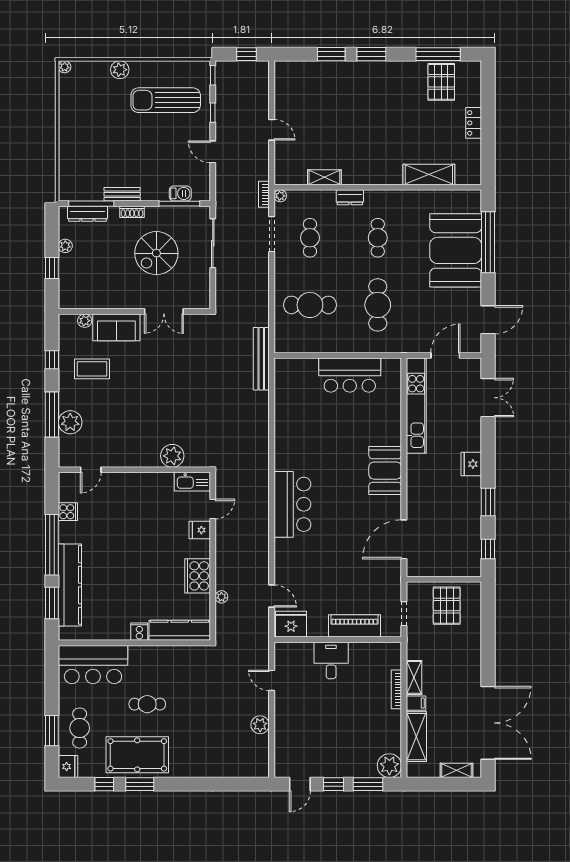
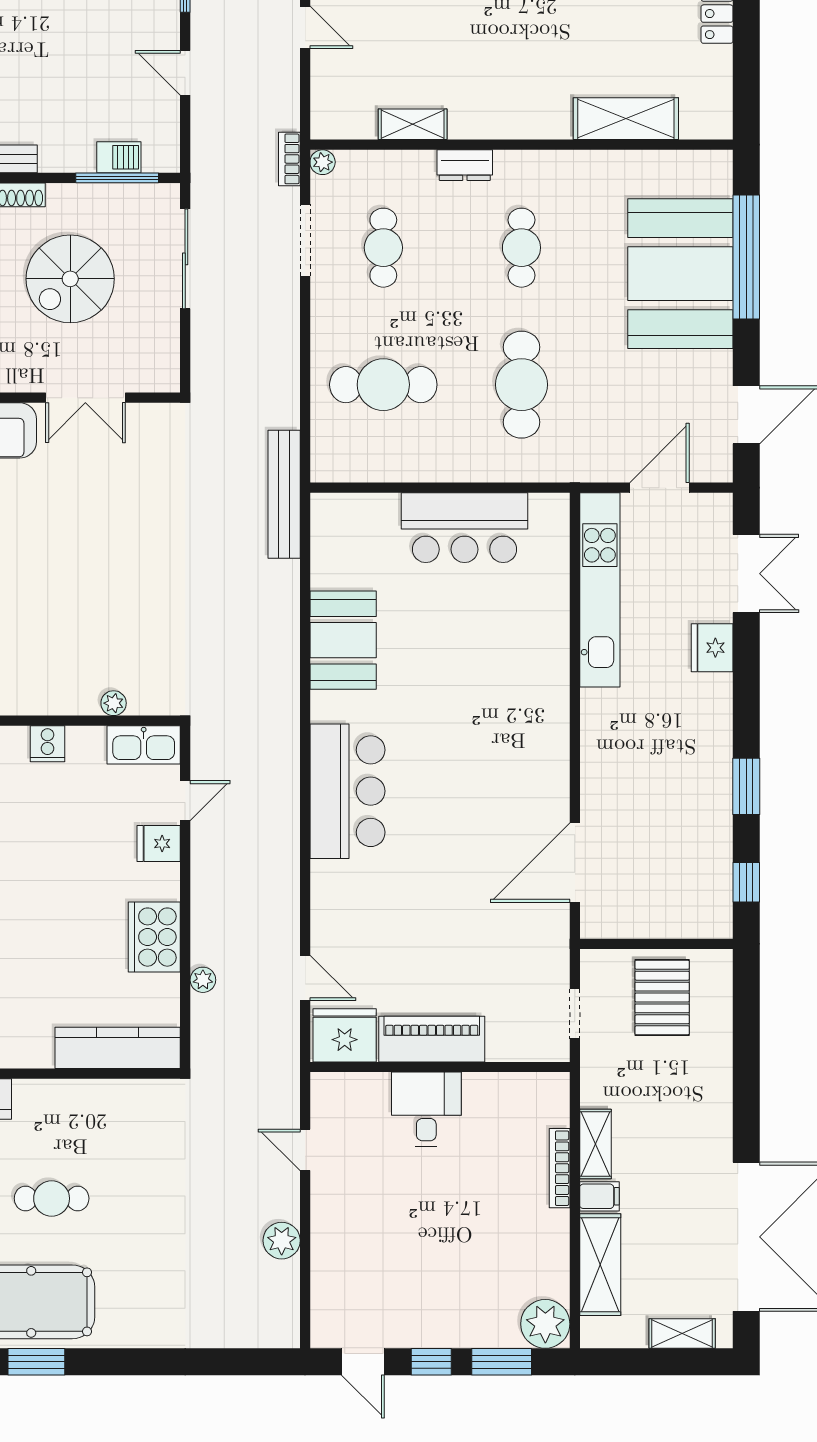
plant: (172, 456) -> (114, 703), width x0.53, depth x0.53
fridge: (471, 464) -> (712, 648), moved
booth: (385, 471) -> (343, 640), moved
piano: (355, 626) -> (432, 1039), moved
cooker: (139, 632) -> (48, 744), moved, turned 180
door: (300, 784) -> (363, 1362), hinge flipped

